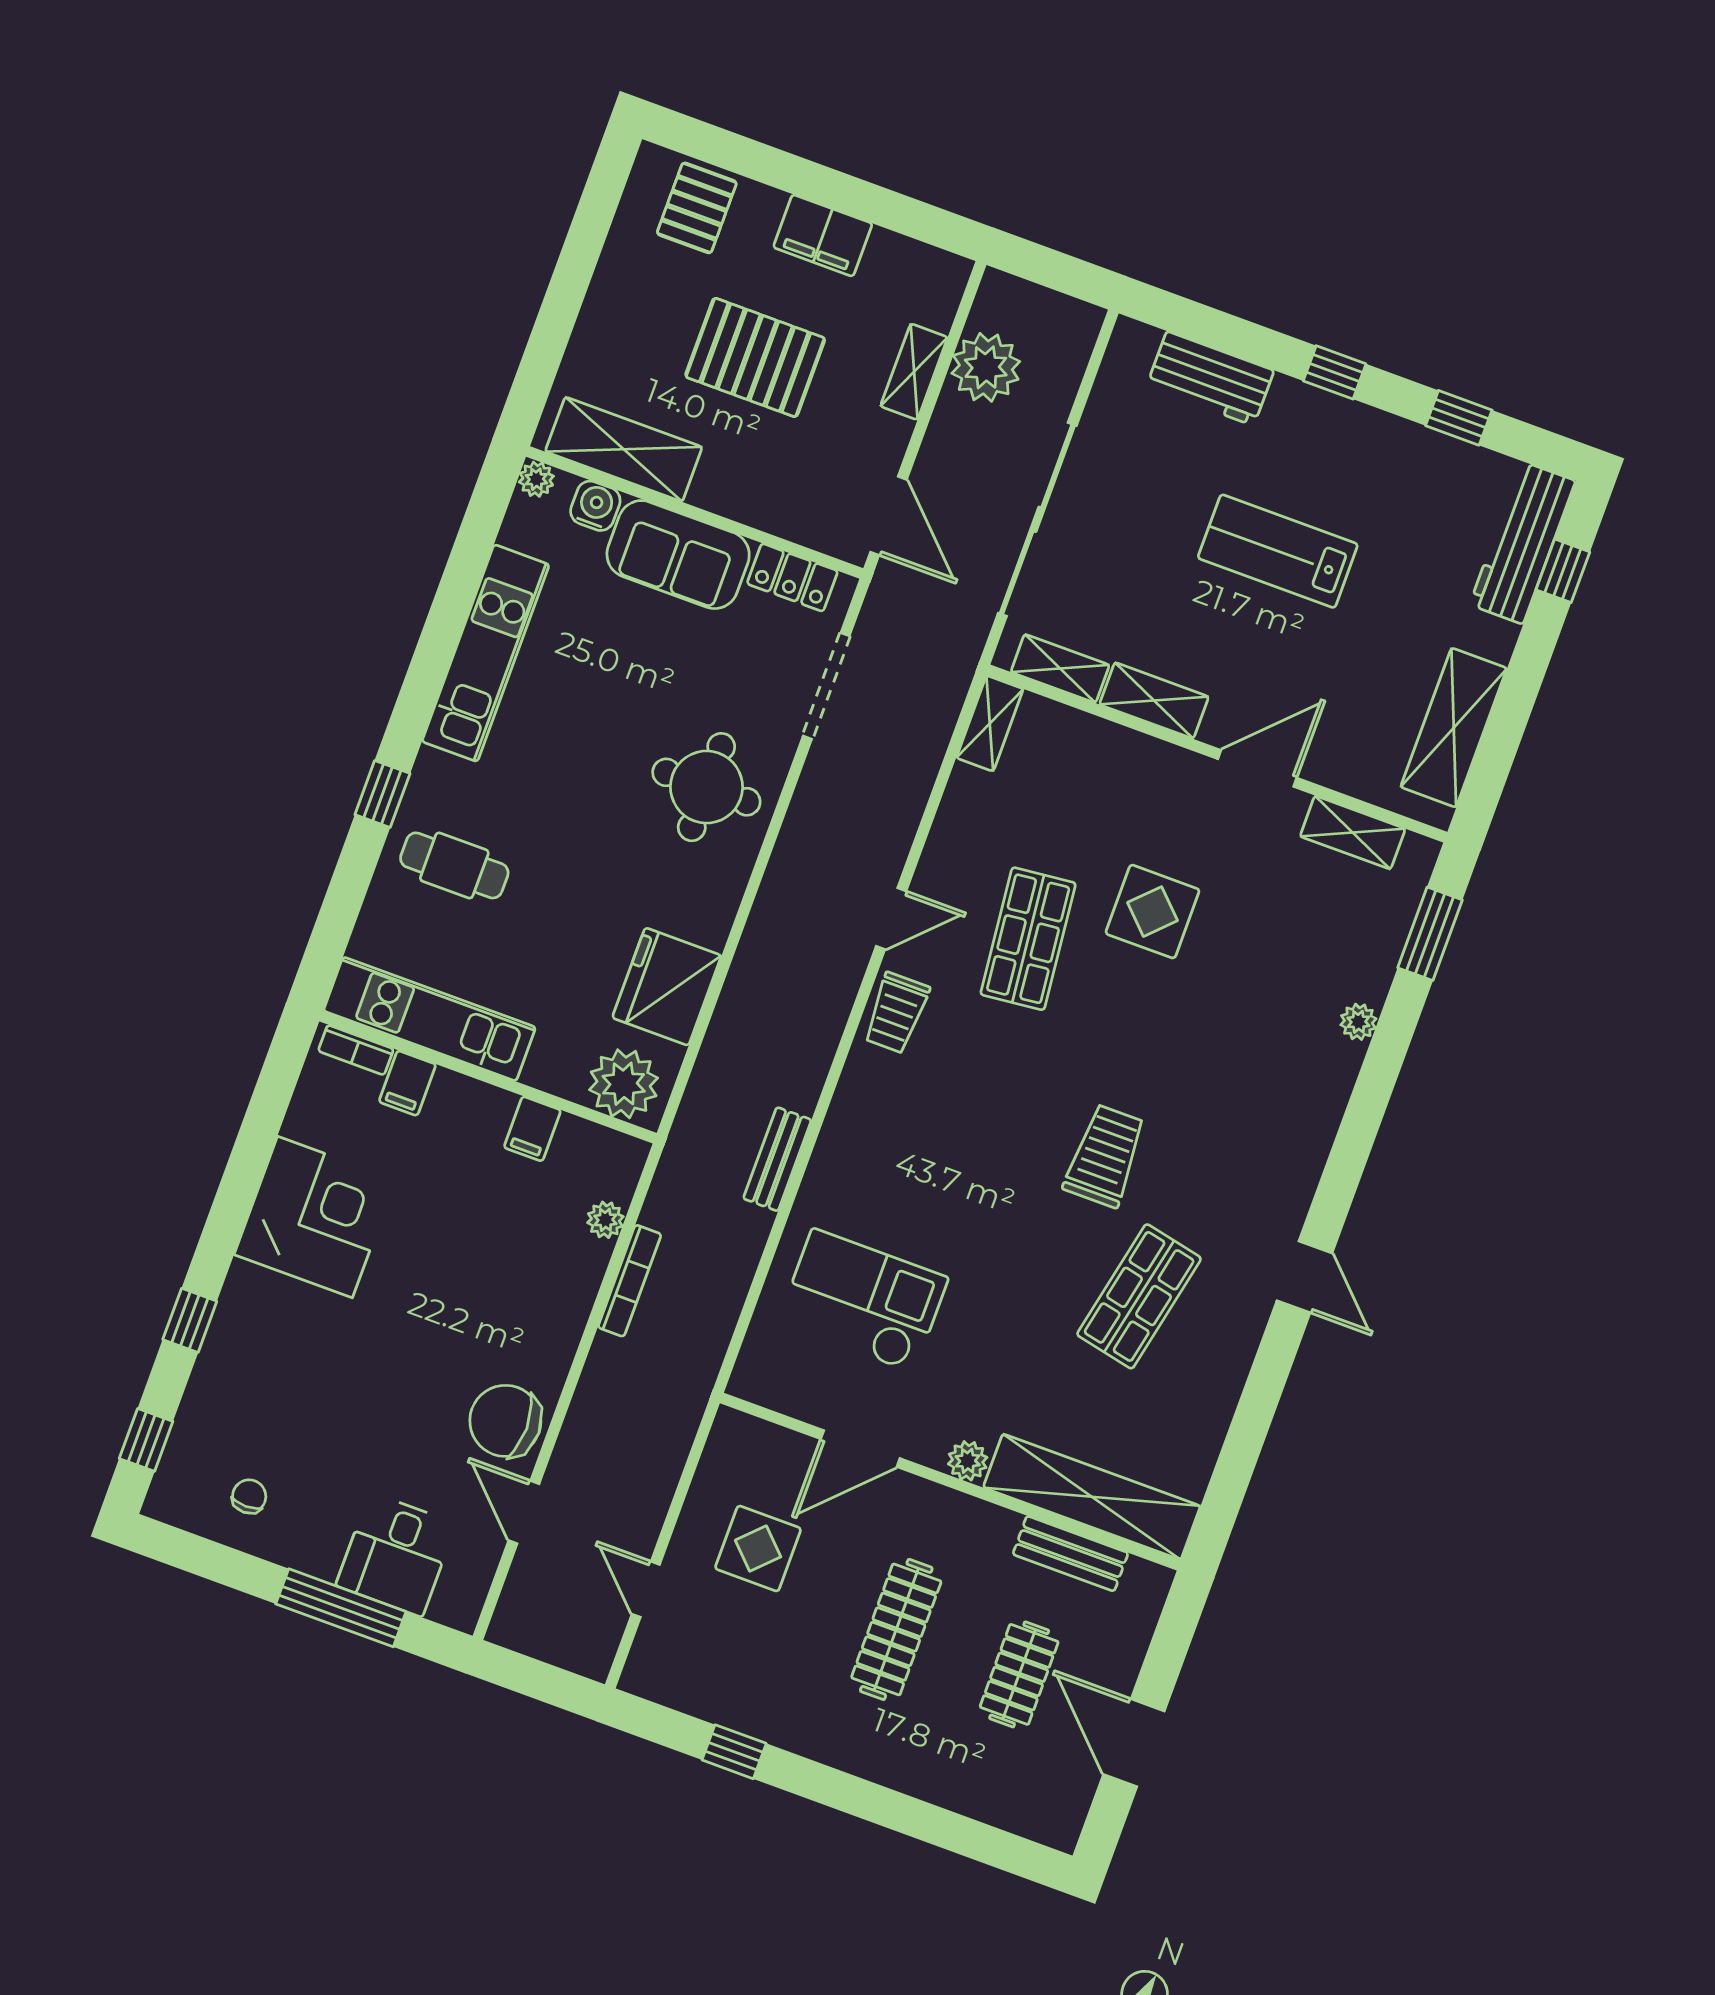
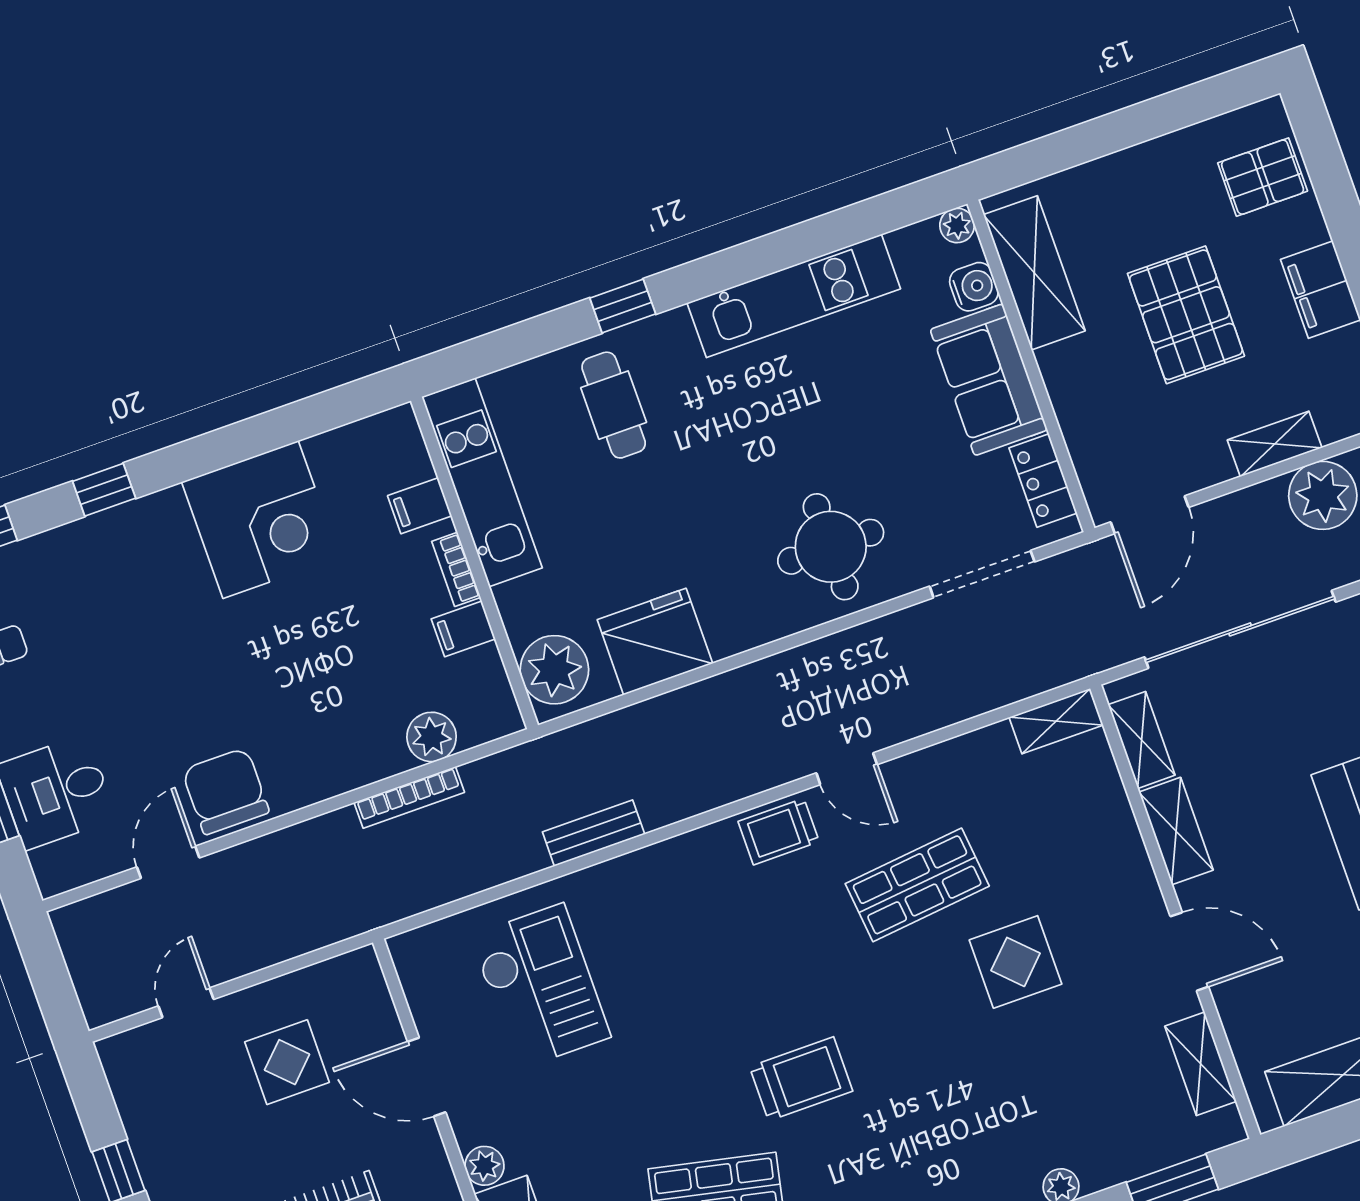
bookcase: (356, 1050) -> (456, 569), moved
plant: (605, 1220) -> (432, 737), width x1.38, depth x1.38

